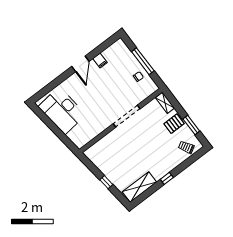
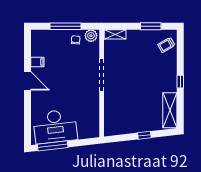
plant: (150, 86) -> (91, 36), added
window: (46, 120) -> (53, 146), added
pallet: (174, 124) -> (139, 40), removed

